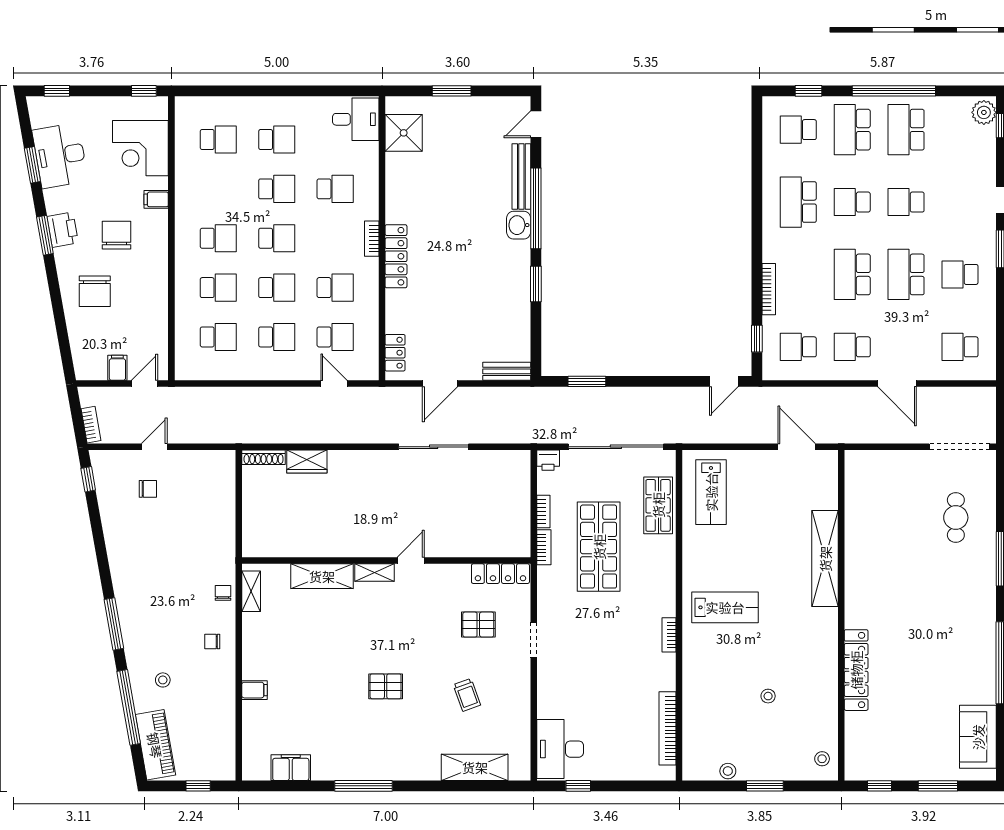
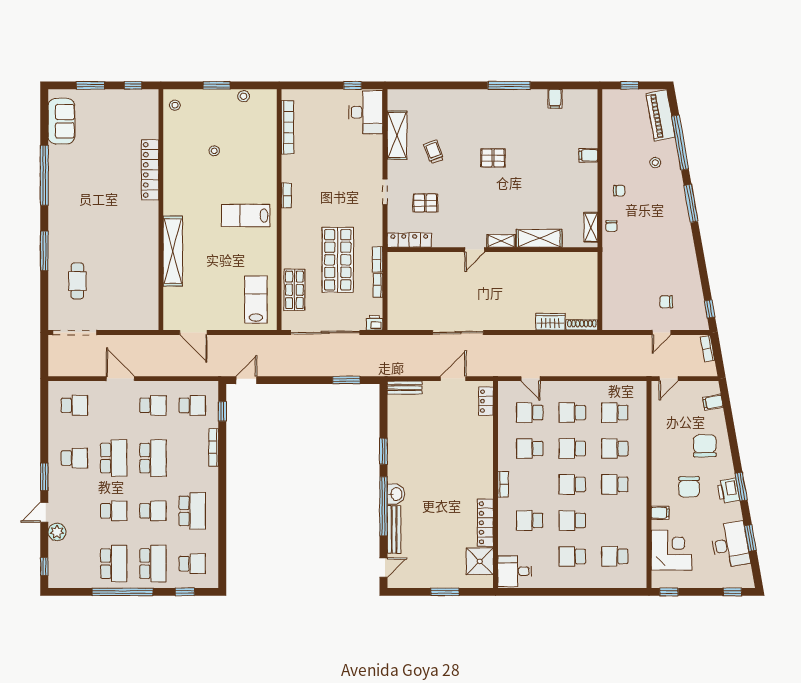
plant: (984, 112) -> (57, 532), moved
locker: (396, 256) -> (485, 523), moved
filing cabinet: (117, 368) -> (713, 402), moved, turned 80
shelving: (475, 767) -> (397, 135), moved, turned 90
filing cabinet: (291, 768) -> (555, 99), width x0.50

